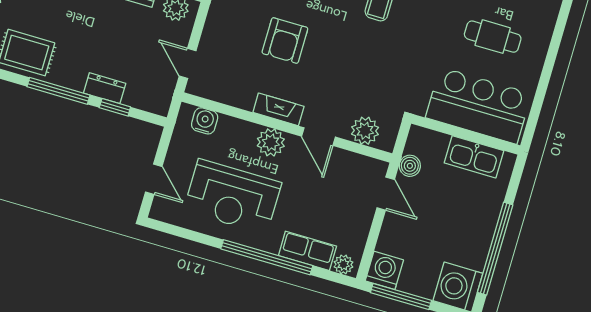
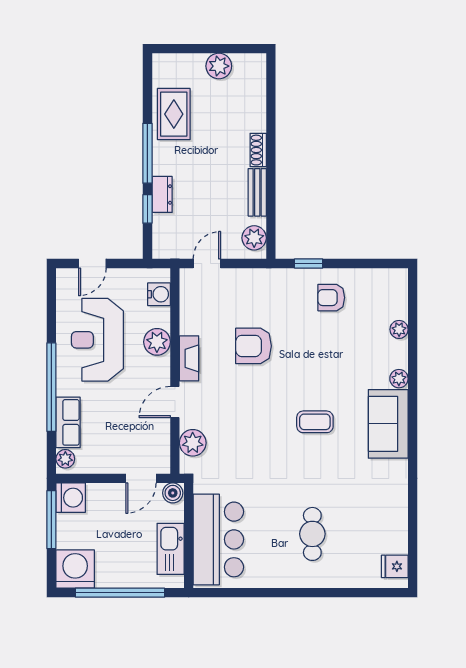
bar counter: (478, 106) -> (218, 539), moved
wall: (466, 135) -> (189, 536), moved
plant: (271, 142) -> (157, 342), moved
kitchen sink: (474, 157) -> (171, 549), moved

